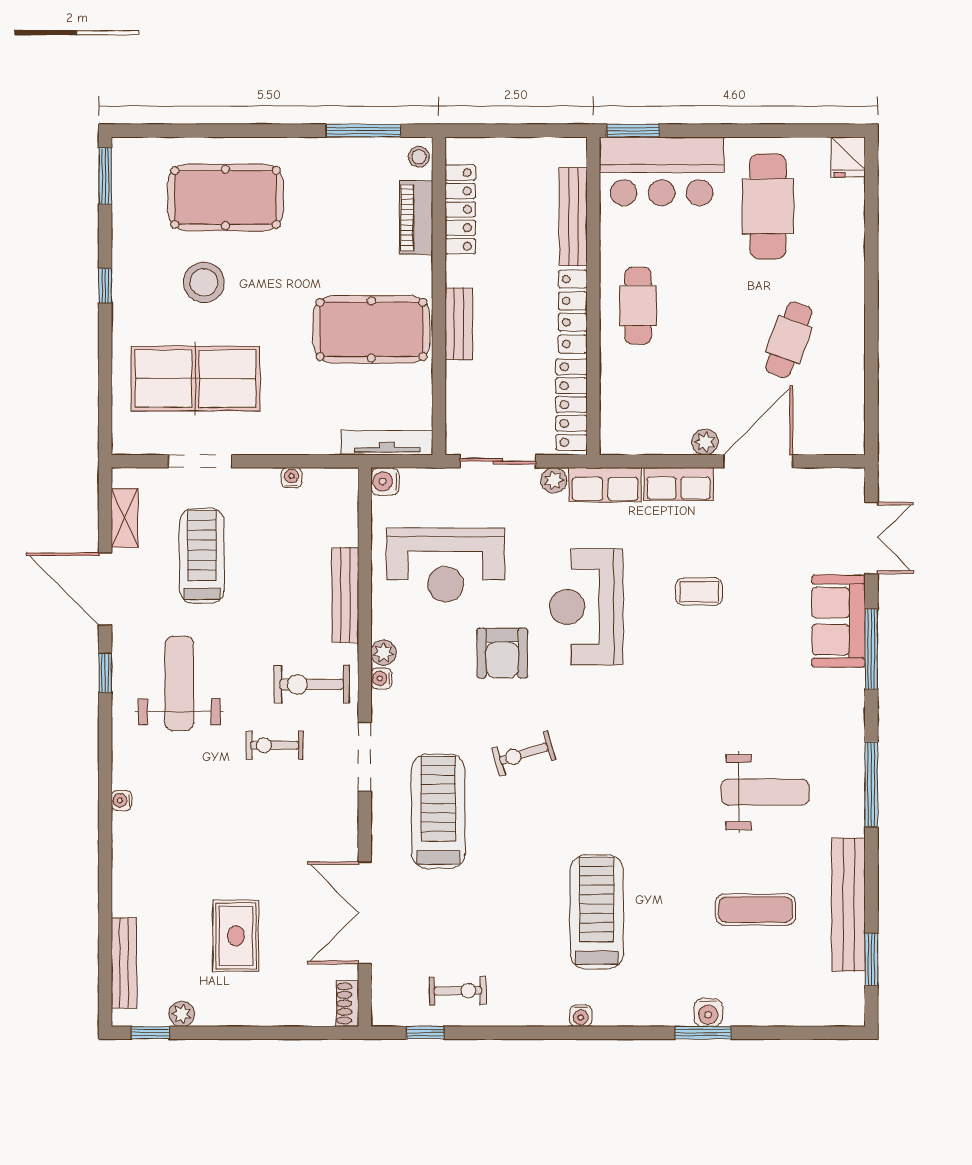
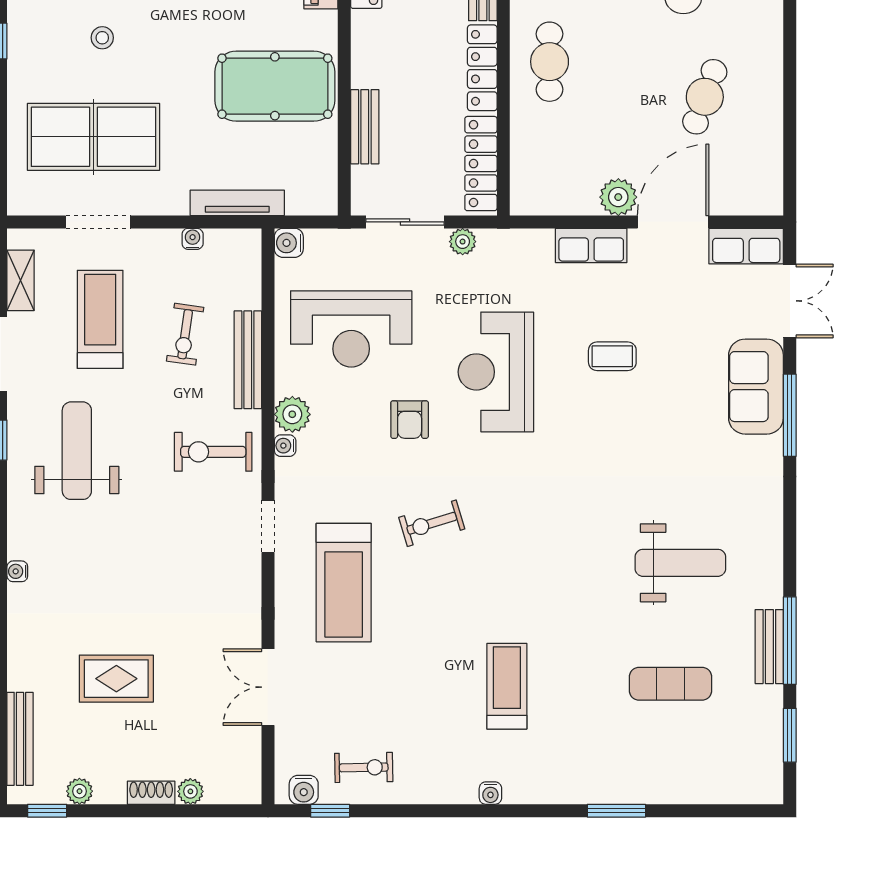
stool: (204, 282) -> (102, 38), width x0.53, depth x0.53
bench: (459, 324) -> (365, 127), moved
plant: (705, 442) -> (618, 197), width x1.38, depth x1.38
tv unit: (387, 443) -> (237, 203), moved
row of seats: (605, 485) -> (746, 246), moved
plant: (384, 653) -> (292, 414), width x1.38, depth x1.38
armchair: (502, 653) -> (410, 420), width x0.72, depth x0.72
exercise bike: (275, 745) -> (185, 334), moved, turned -82
doorway: (365, 757) -> (268, 526), width x0.73
window: (871, 784) -> (790, 641), moved
treadmill: (438, 811) -> (344, 583), turned 180
bench: (849, 904) -> (769, 647), width x0.54, depth x0.82
treadmill: (597, 912) -> (507, 686), width x0.73, depth x0.73
double door: (365, 913) -> (268, 687), width x0.73
rug: (236, 936) -> (116, 679), moved, turned 90
shoe rack: (347, 1003) -> (151, 793), moved, turned 90
water cooler: (708, 1013) -> (304, 790), moved
plant: (289, 1014) -> (190, 791), added

